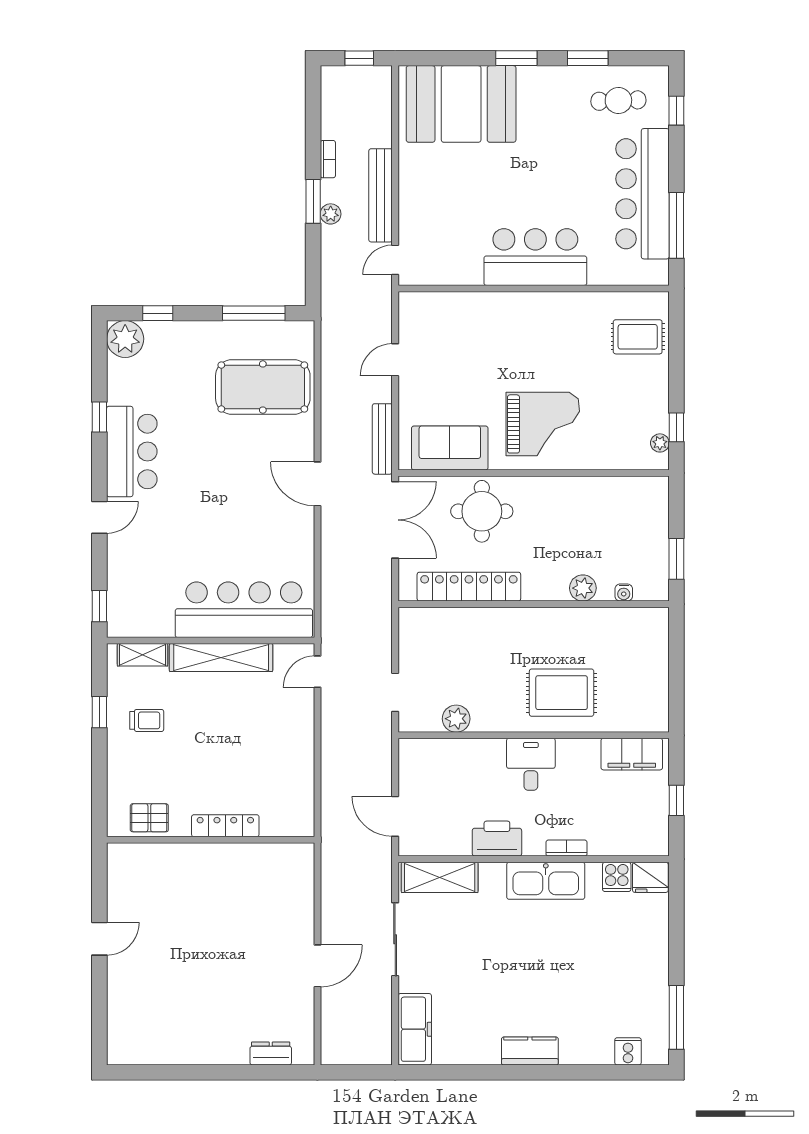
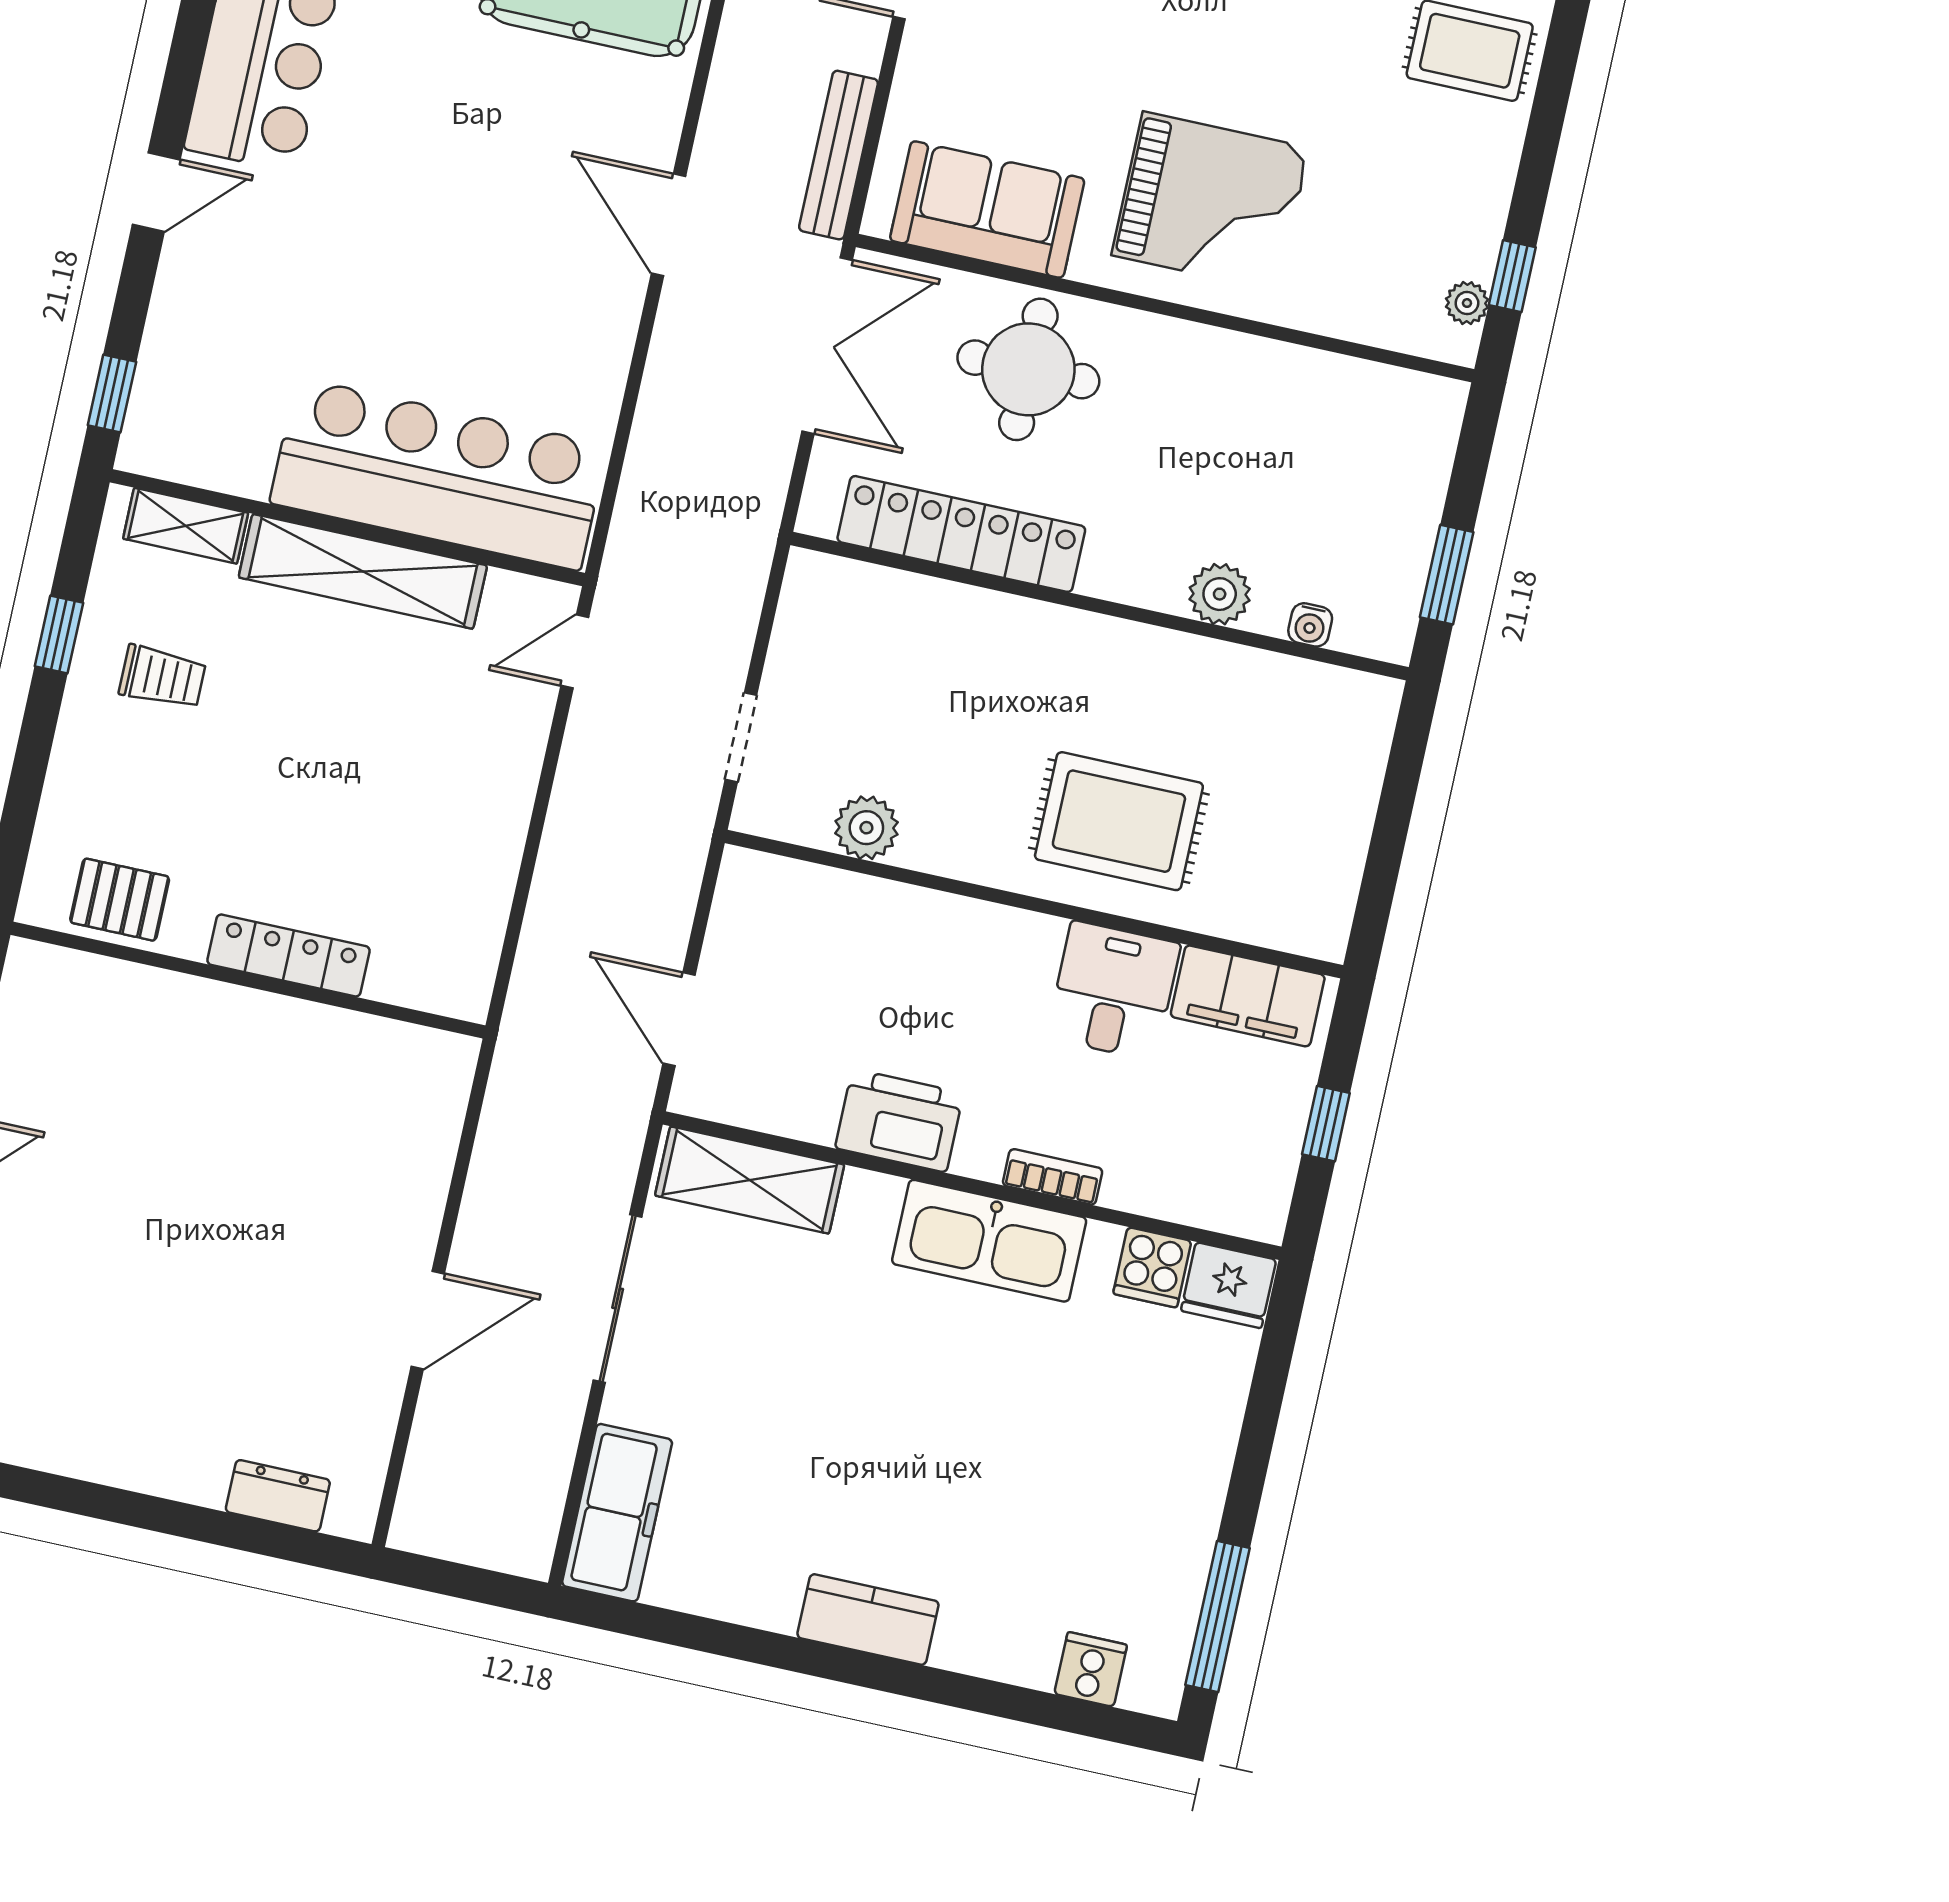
desk: (531, 764) -> (1113, 991), moved

